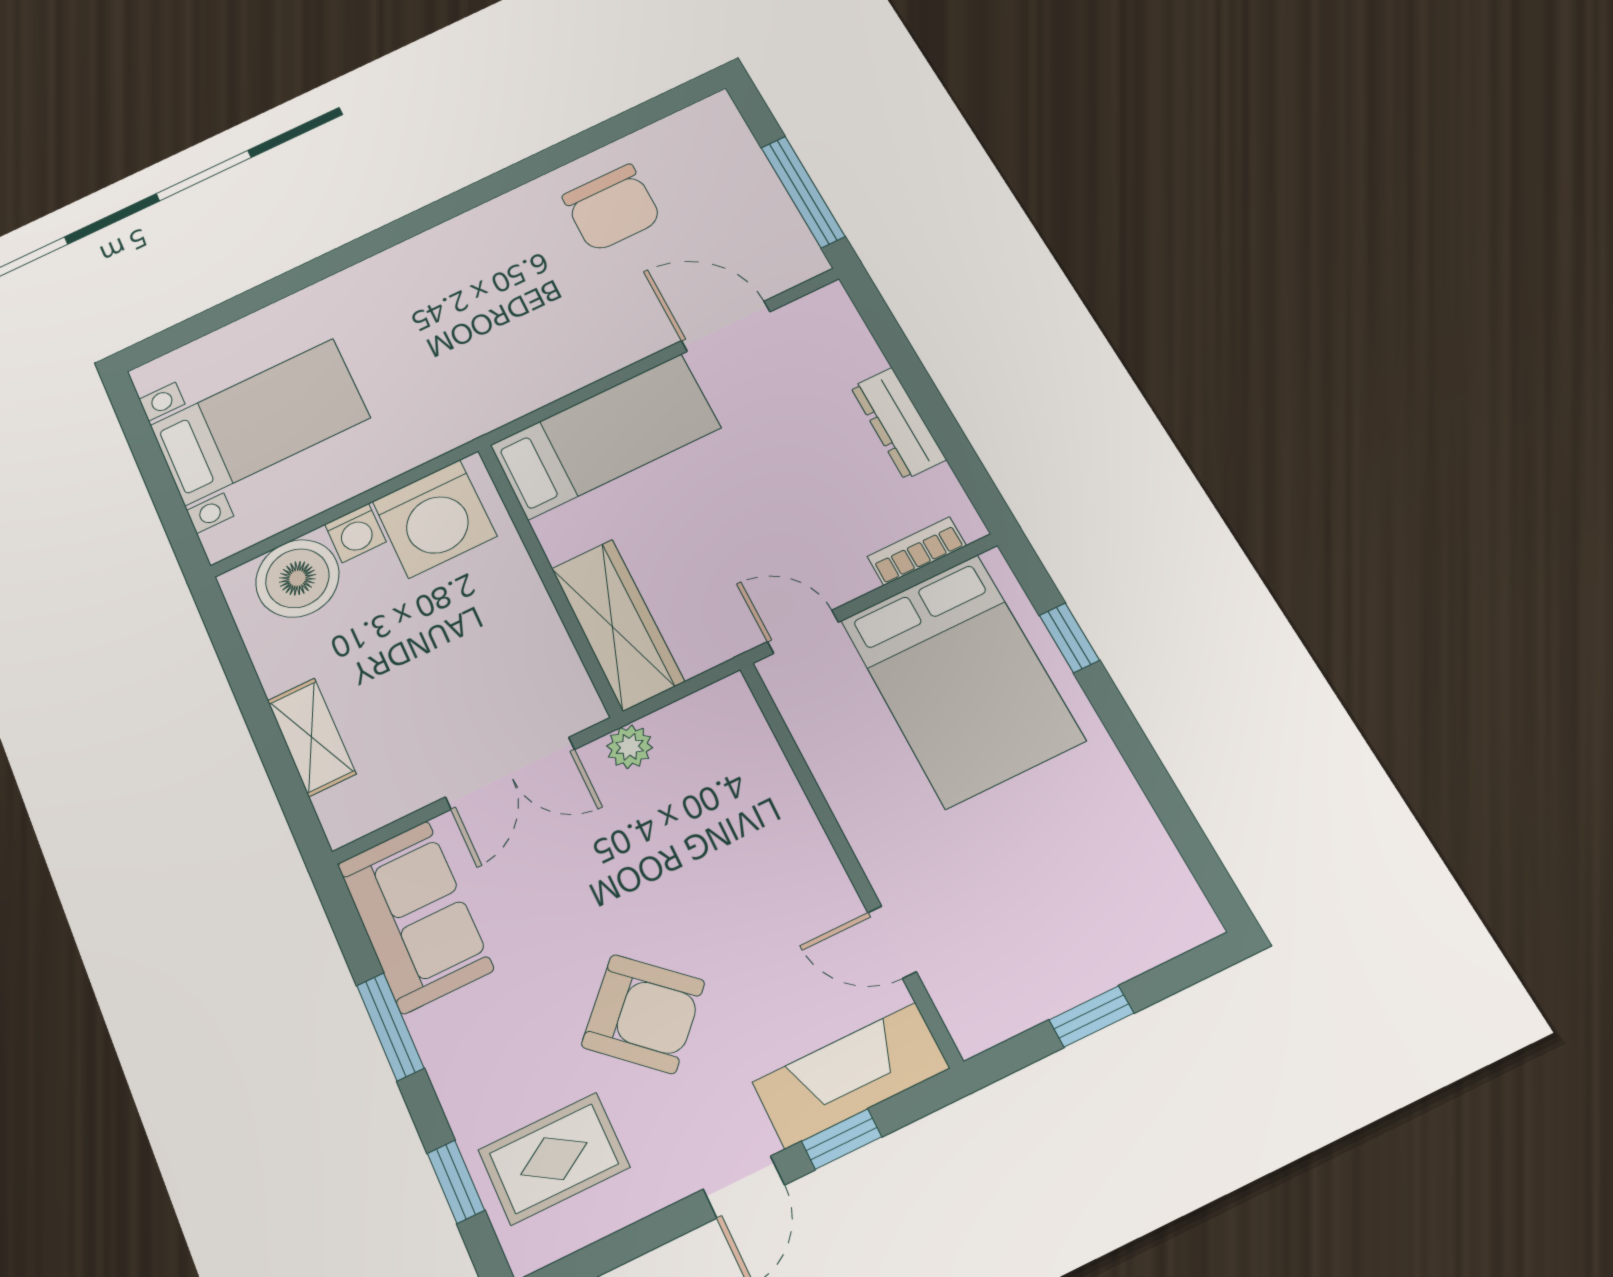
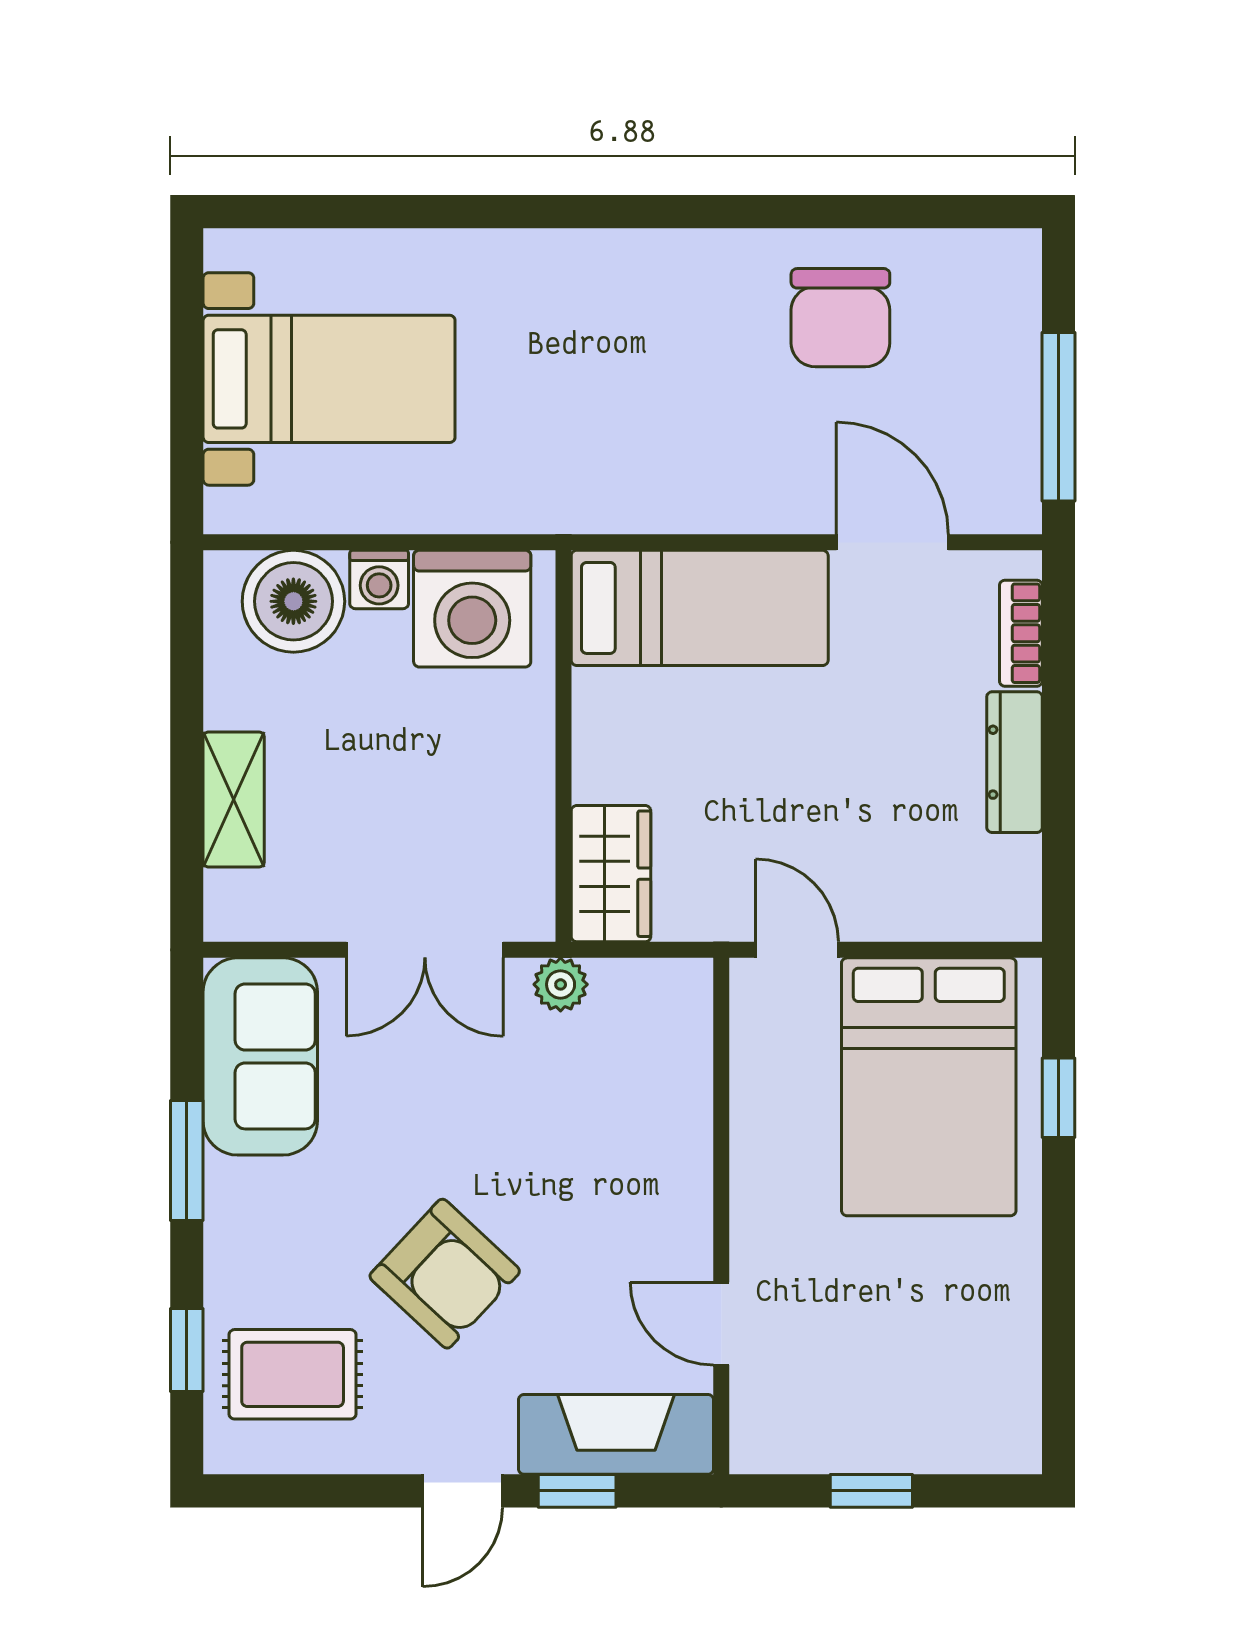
bookcase: (917, 551) -> (1021, 633), moved, turned -90
wardrobe: (617, 624) -> (611, 874), width x0.67

